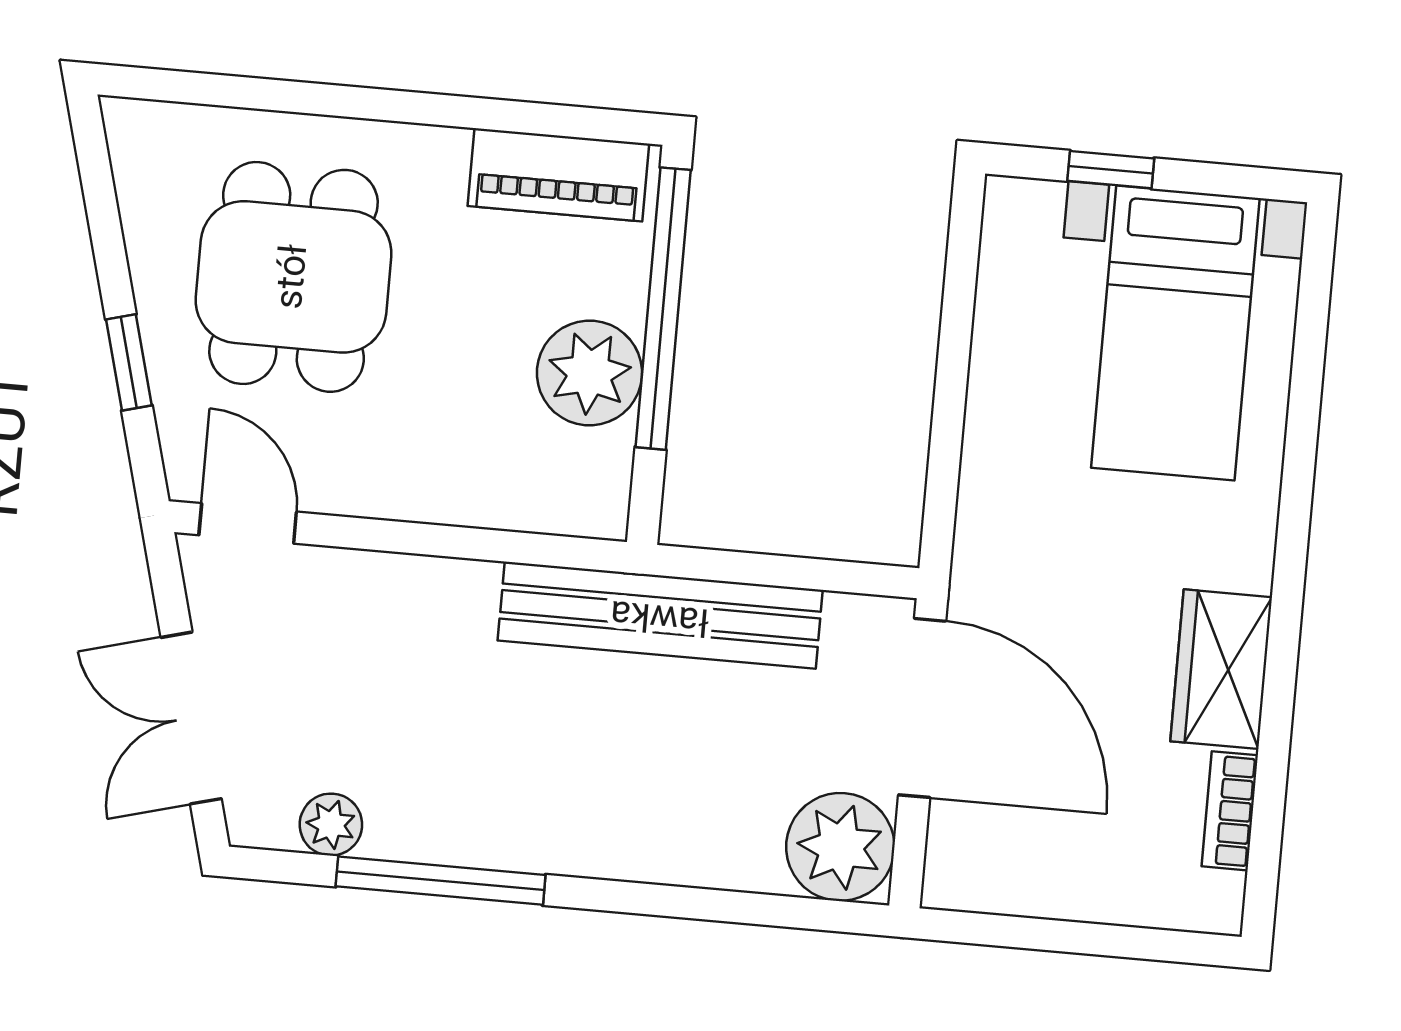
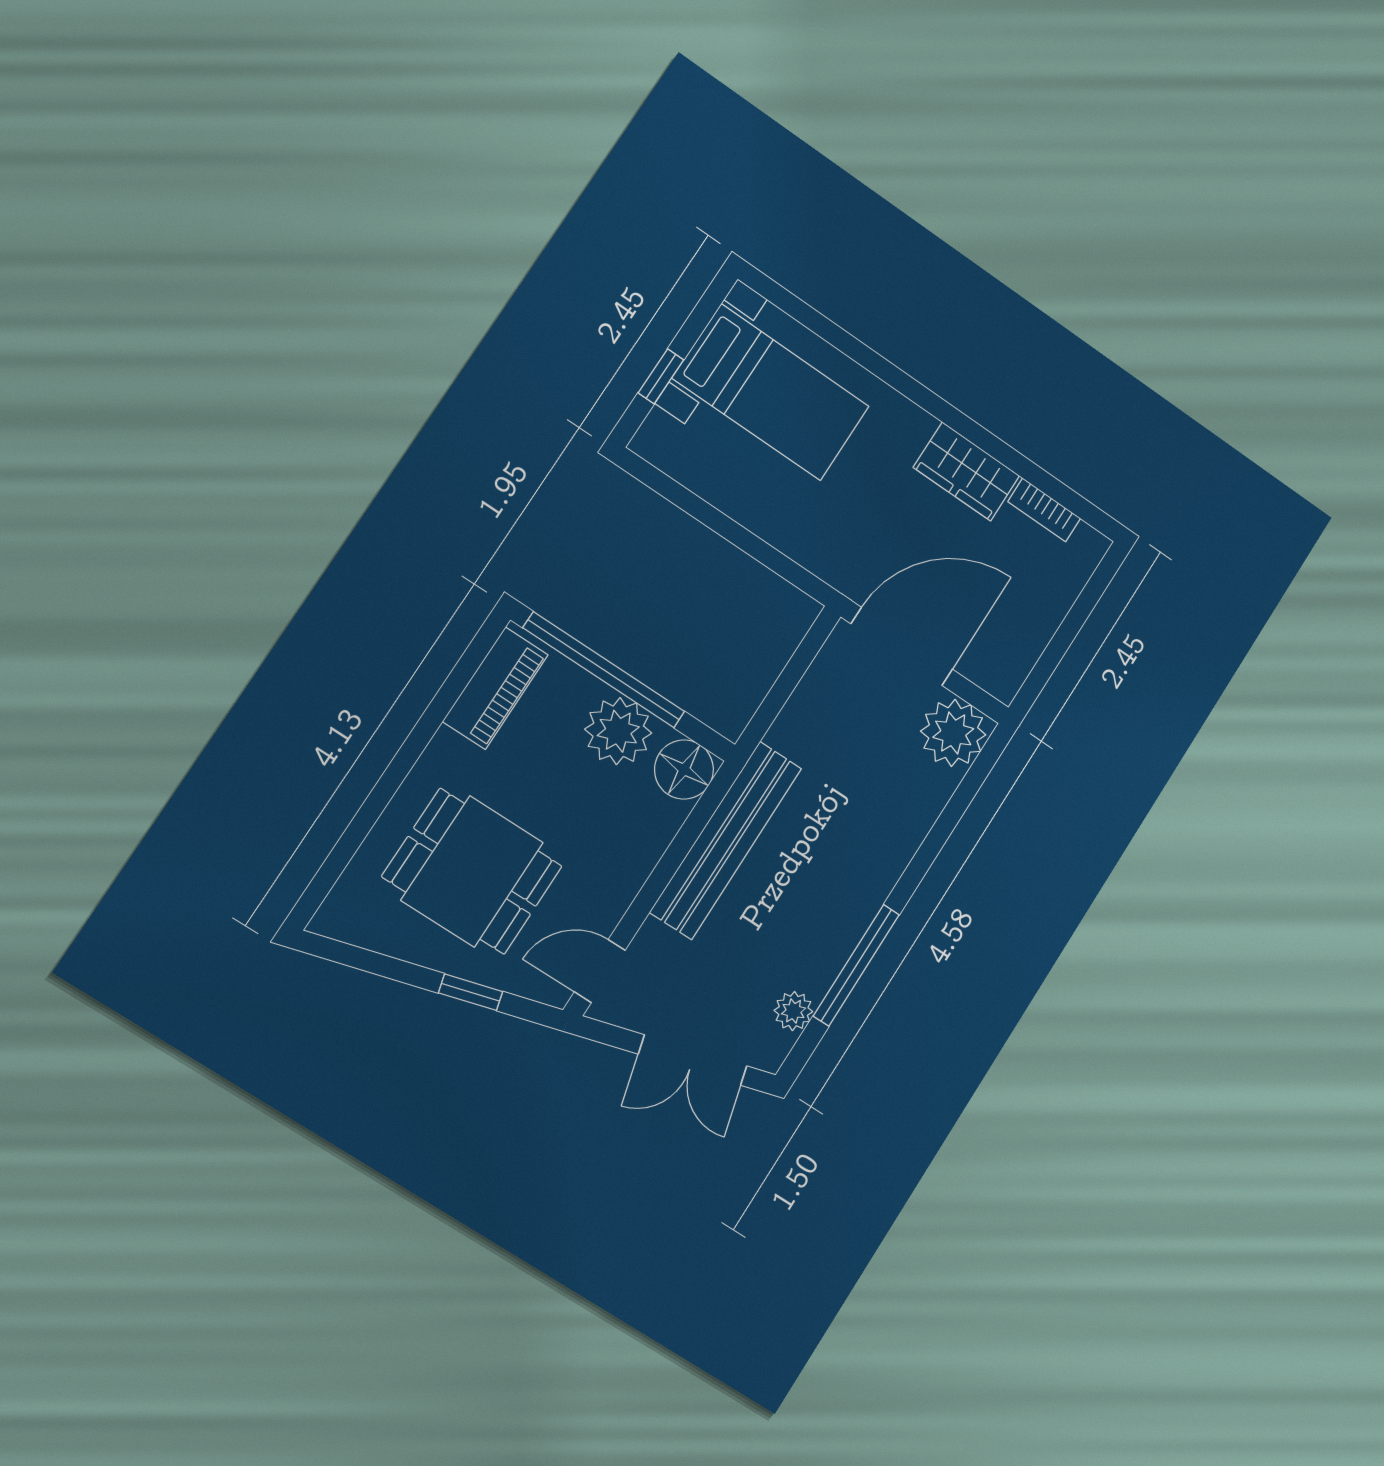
floor lamp: (585, 492) -> (684, 770), added
bench: (660, 615) -> (726, 840), moved

